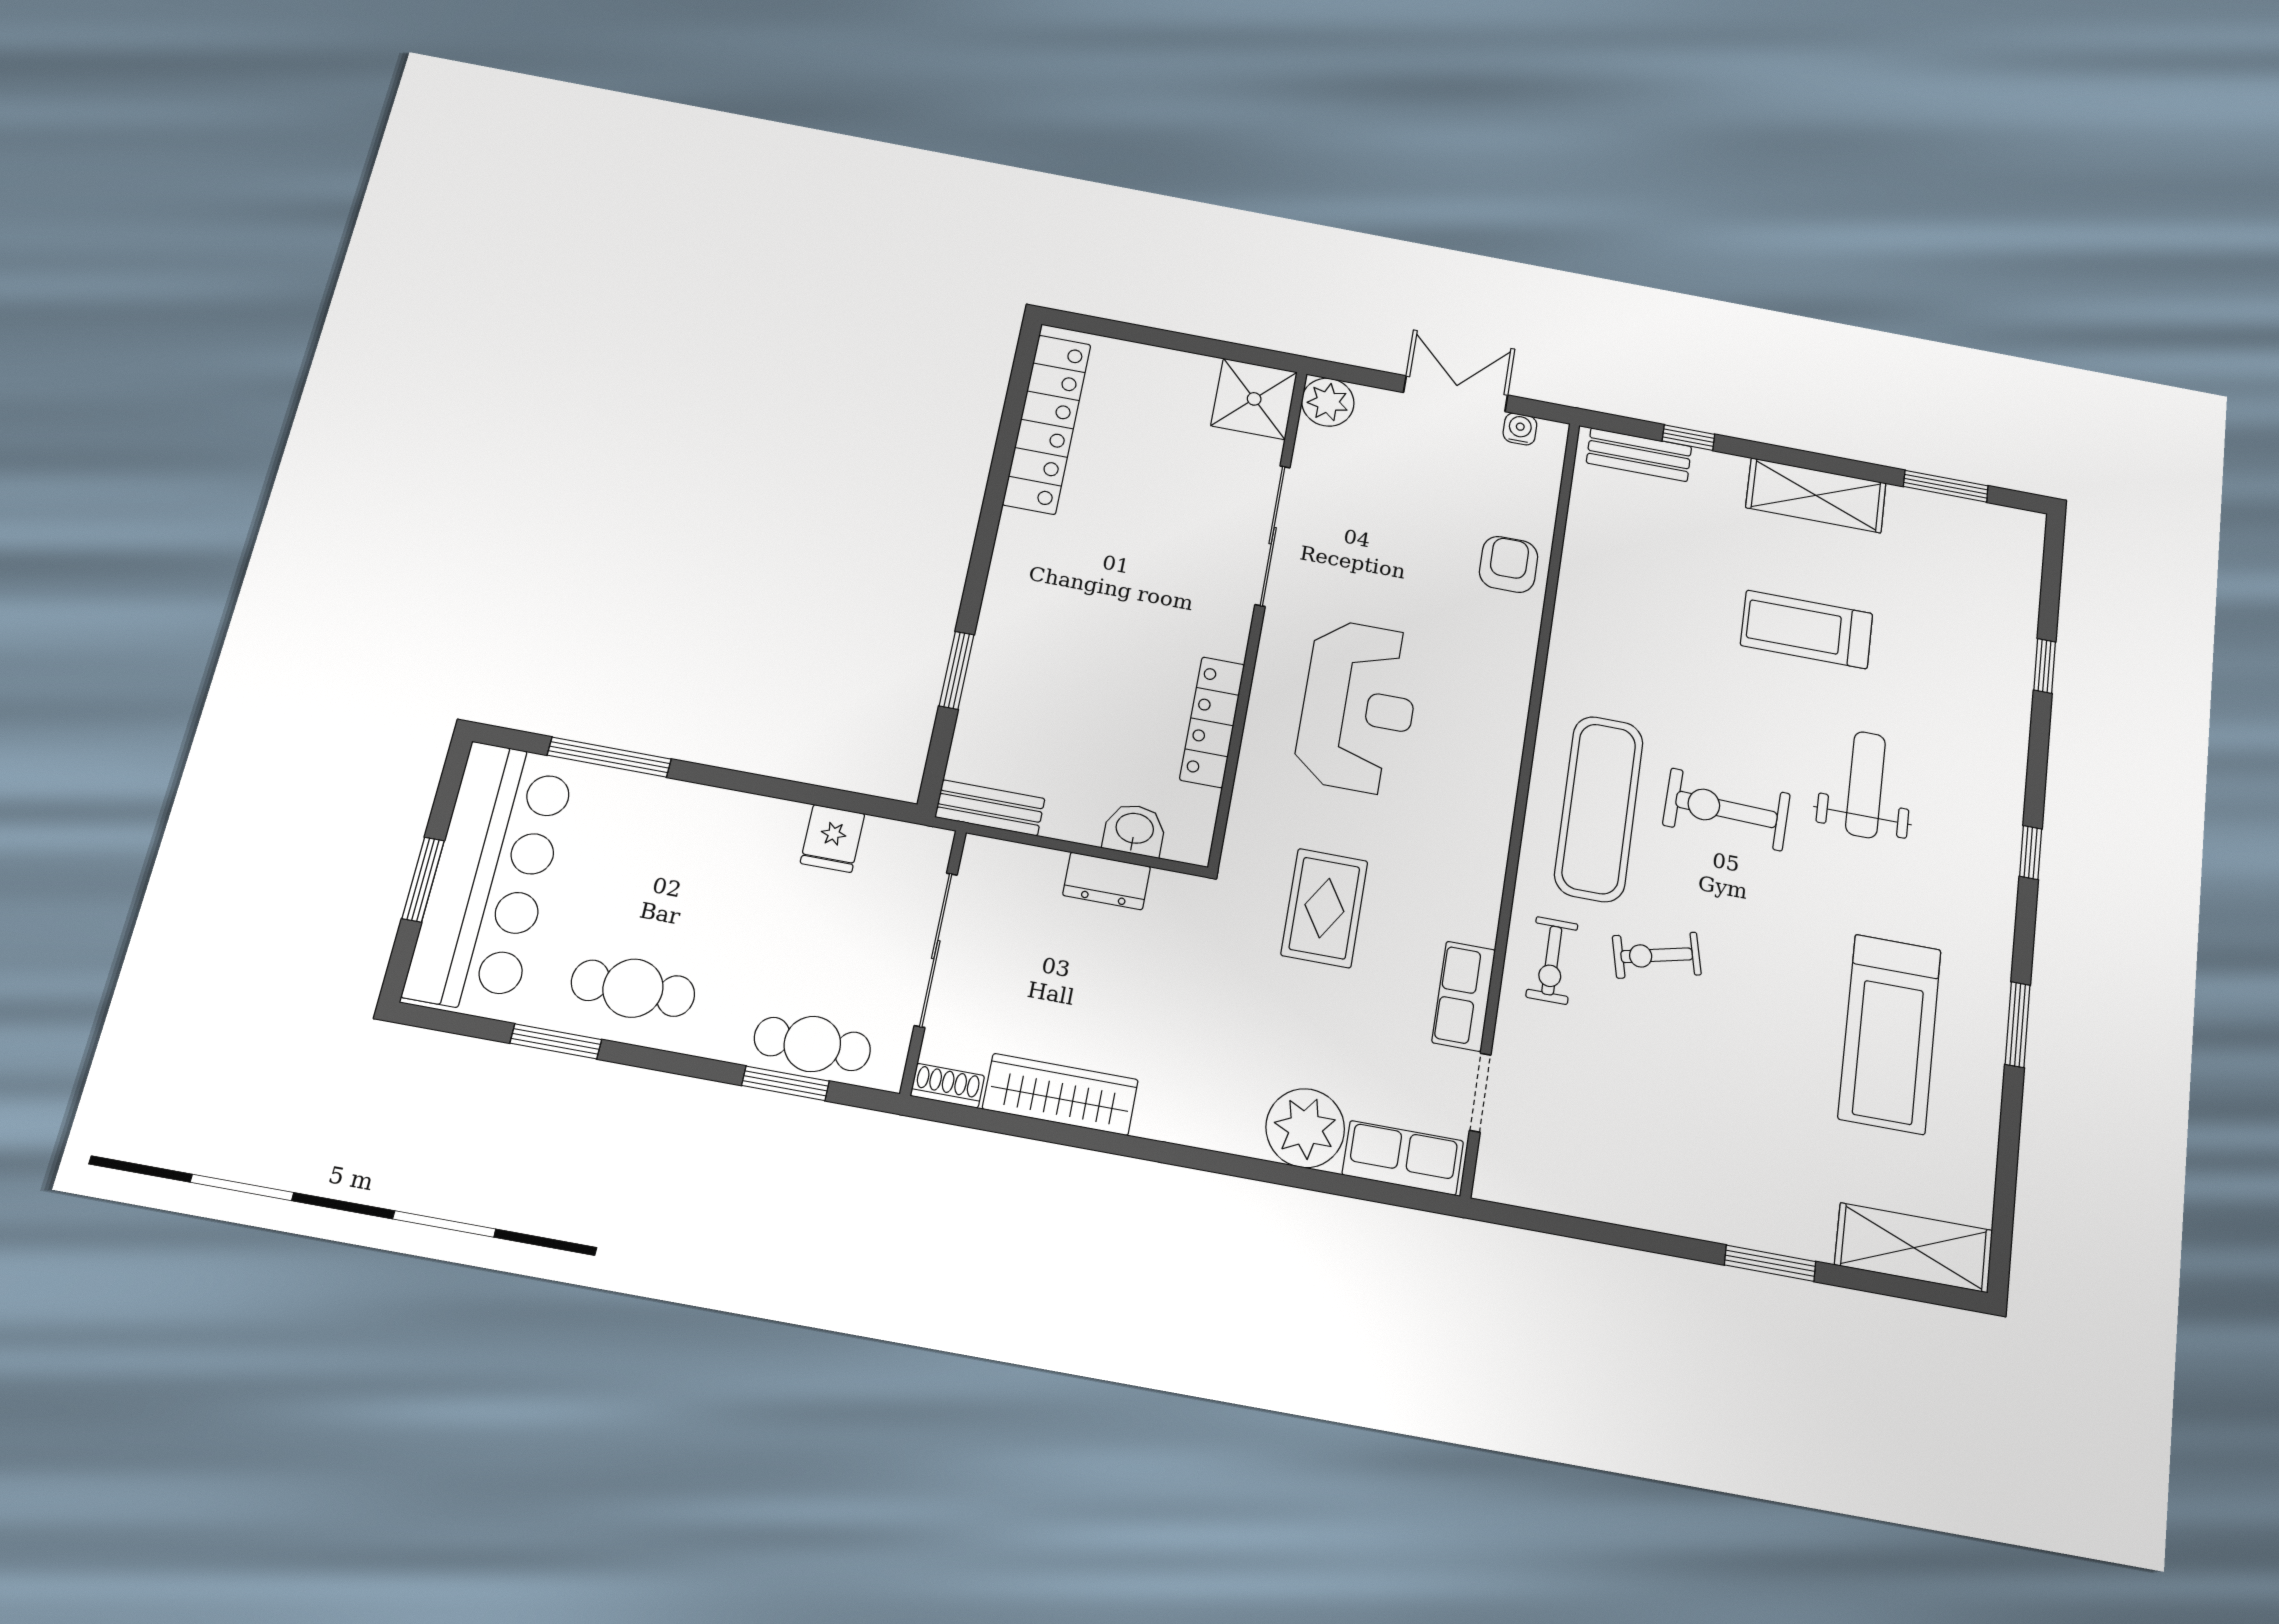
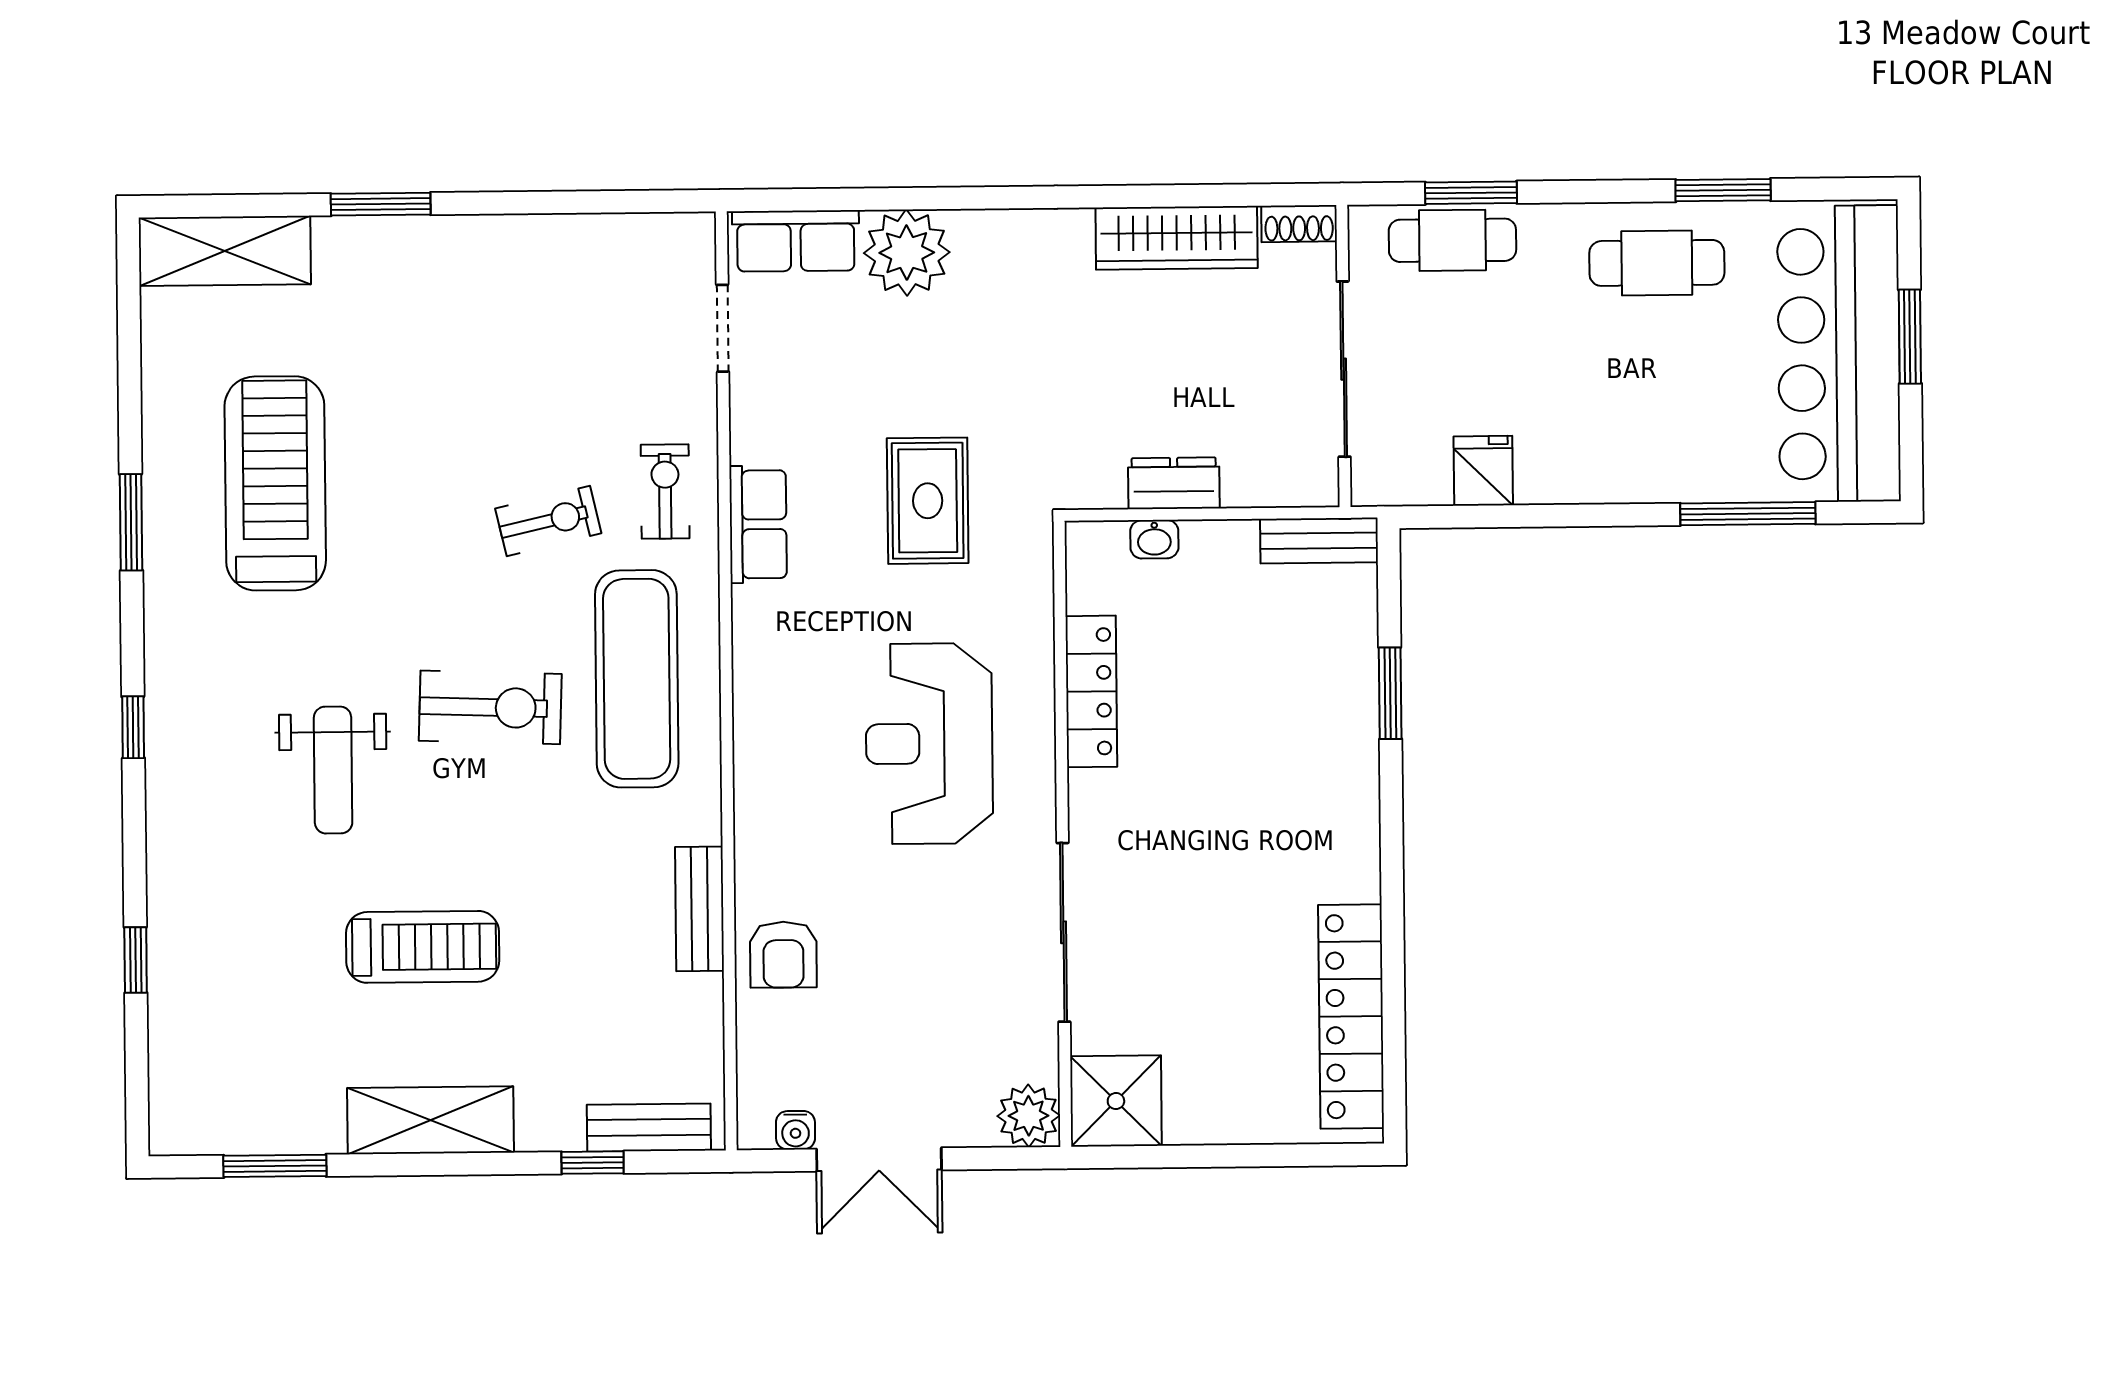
bench: (1573, 614) -> (699, 909), added
washbasin: (1134, 830) -> (1154, 539), width x0.72, depth x0.69
row of seats: (1464, 996) -> (758, 524), moved

